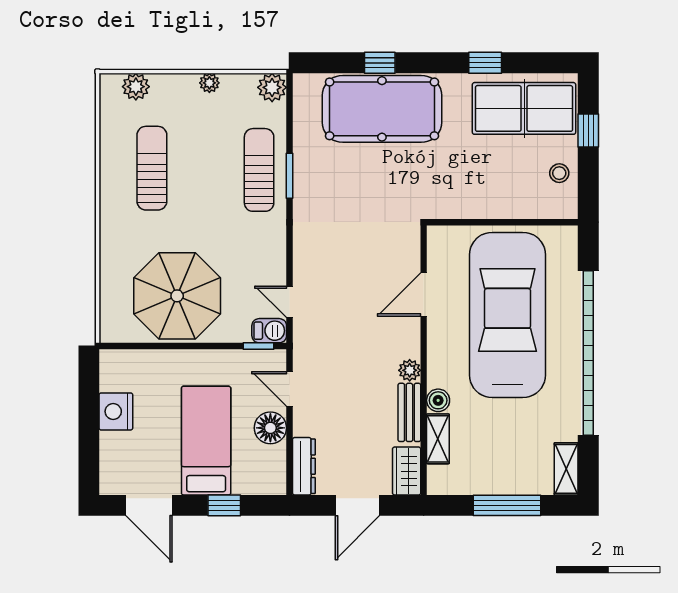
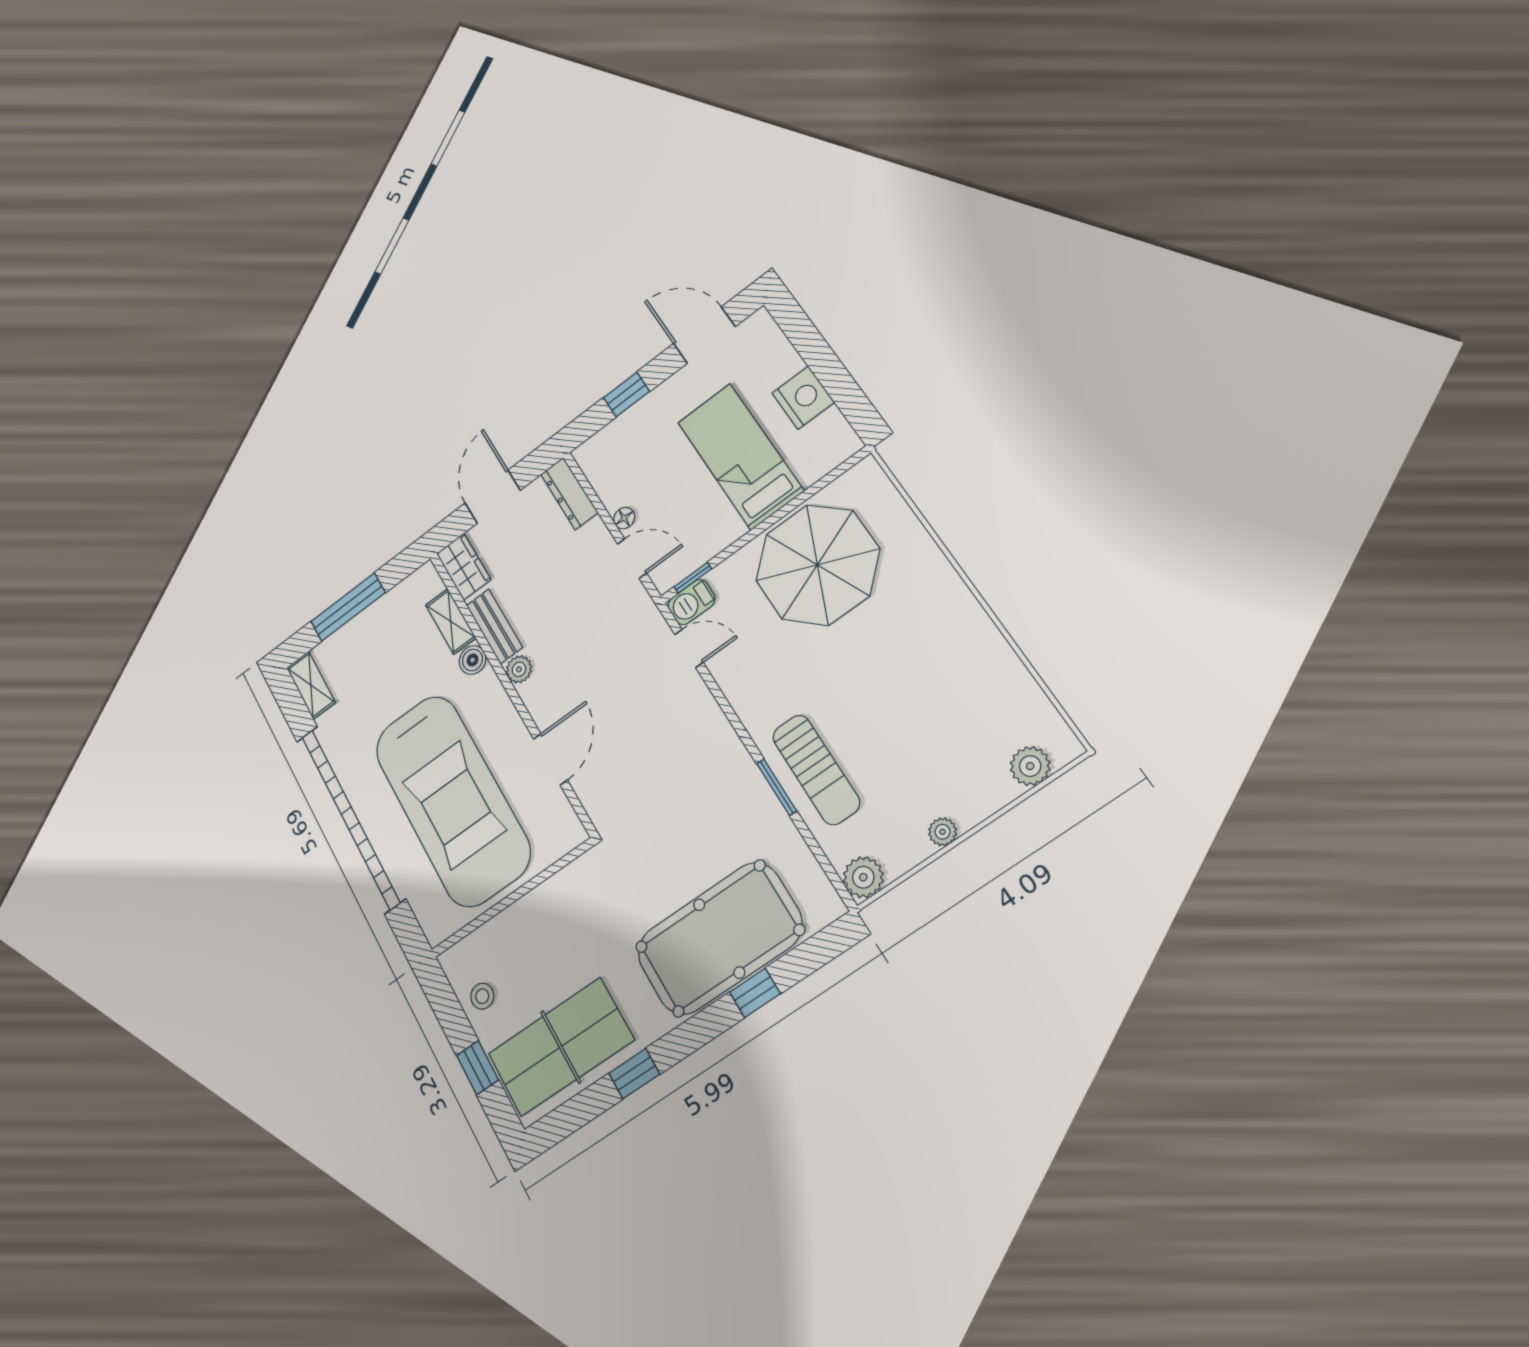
sun lounger: (152, 168) -> (943, 684), removed
floor lamp: (270, 428) -> (624, 518), width x0.53, depth x0.53
bed: (206, 441) -> (740, 456), moved, turned 180

